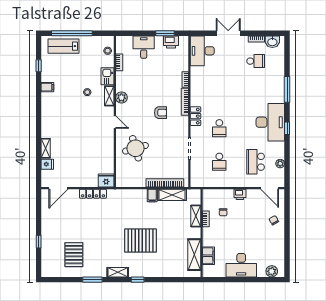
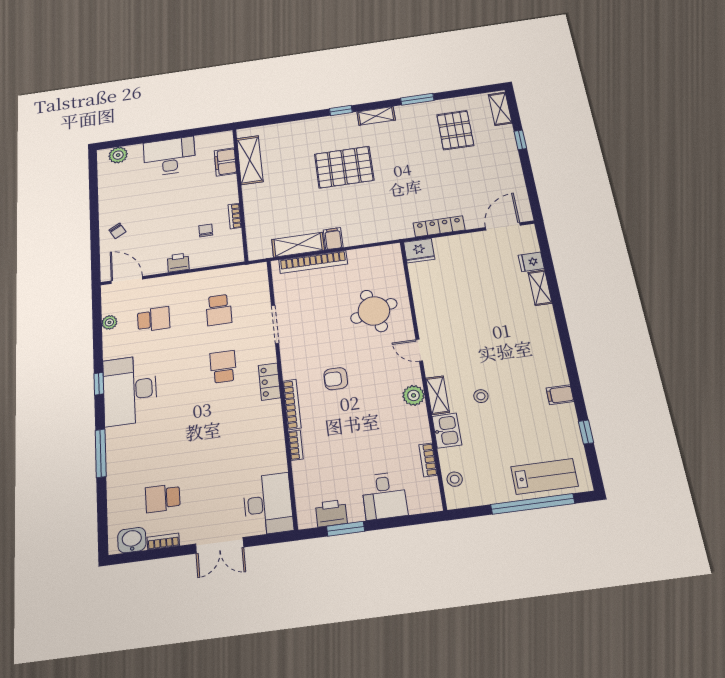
school desk: (219, 162) -> (219, 310), turned 180
school desk: (256, 162) -> (154, 319), width x0.54
shelving: (196, 216) -> (500, 109), moved

